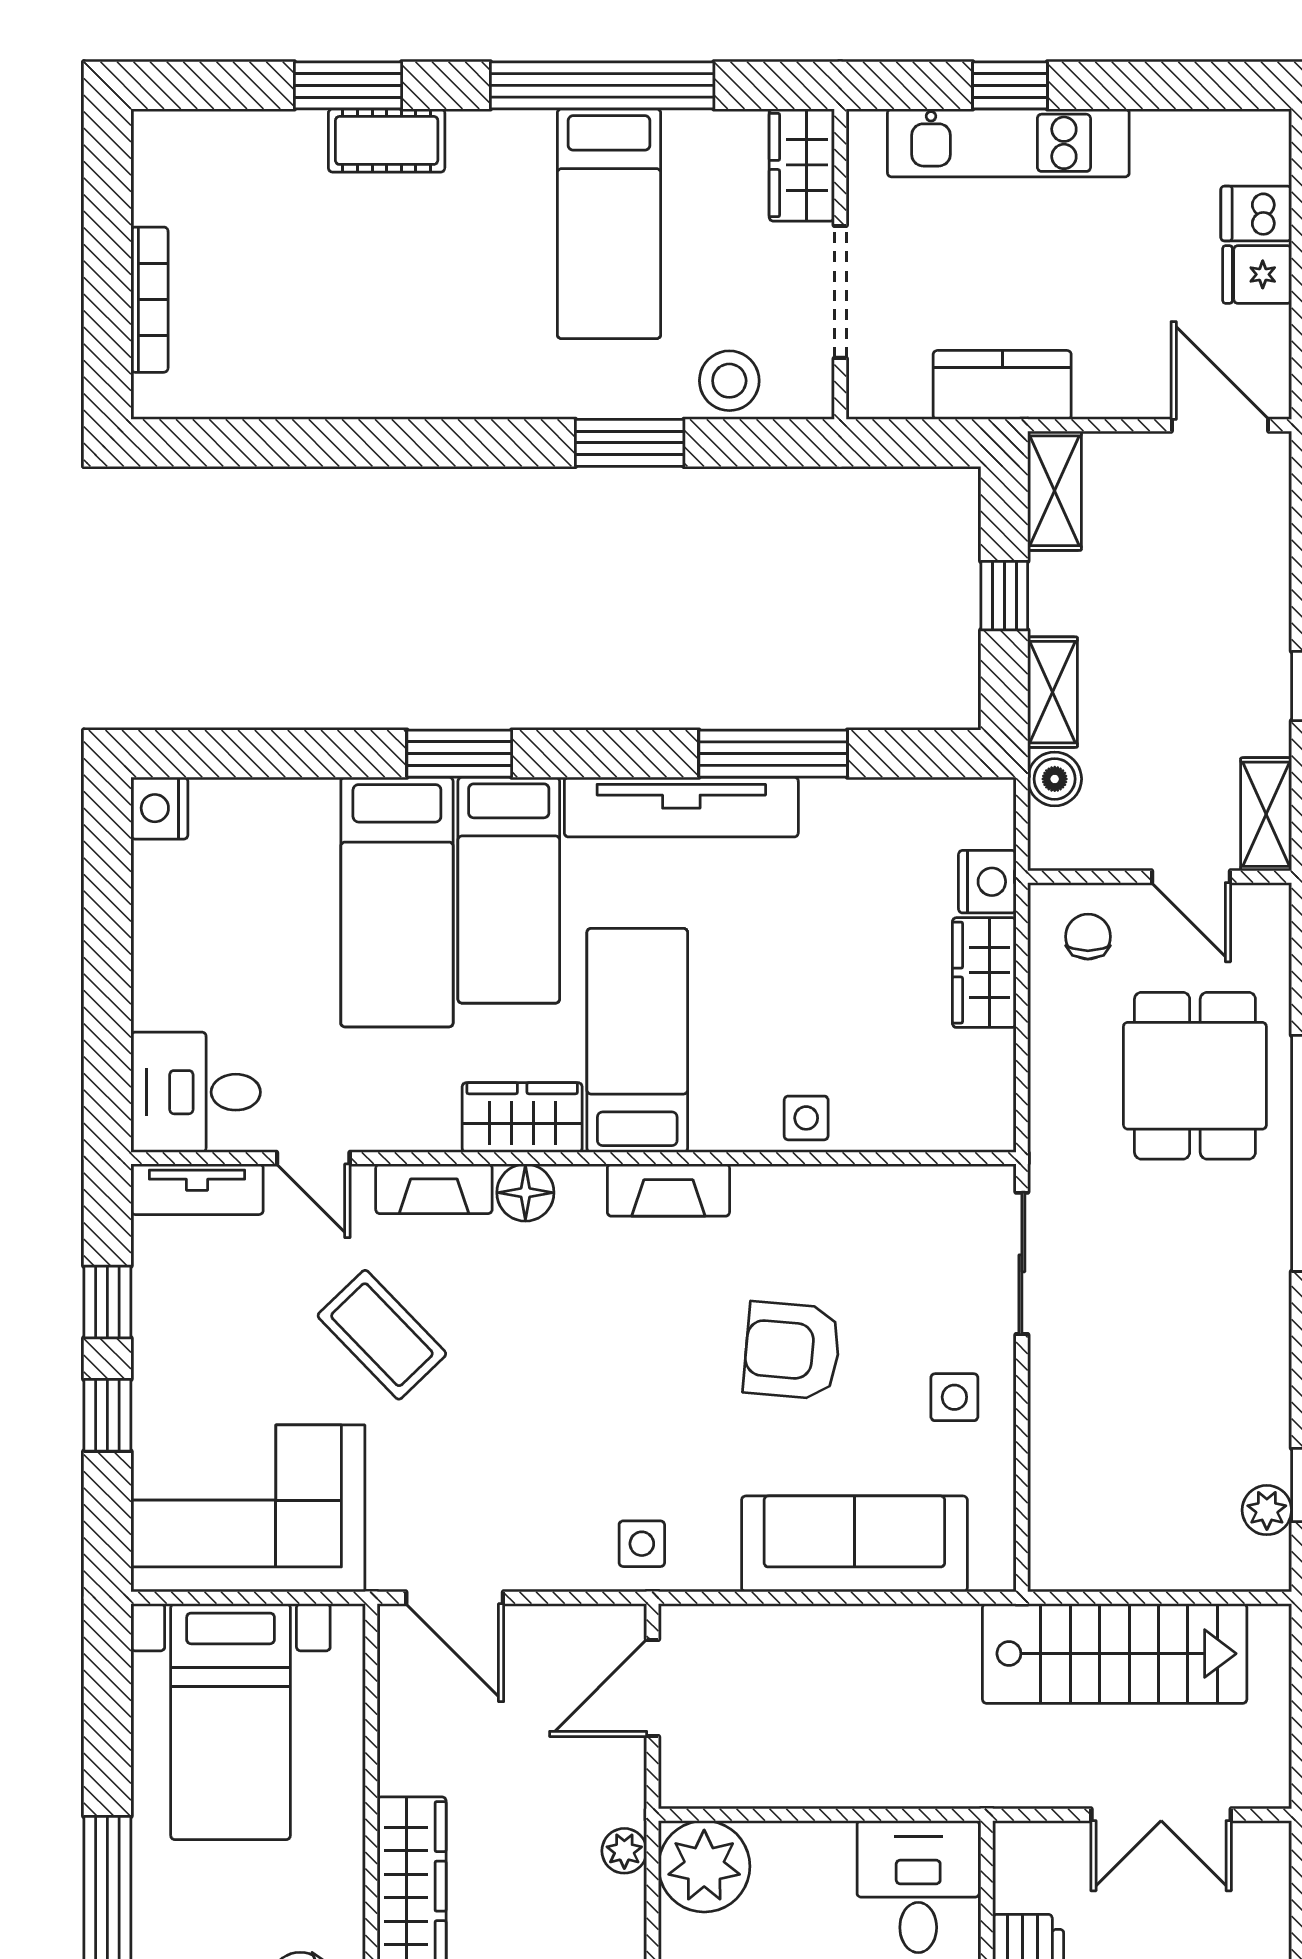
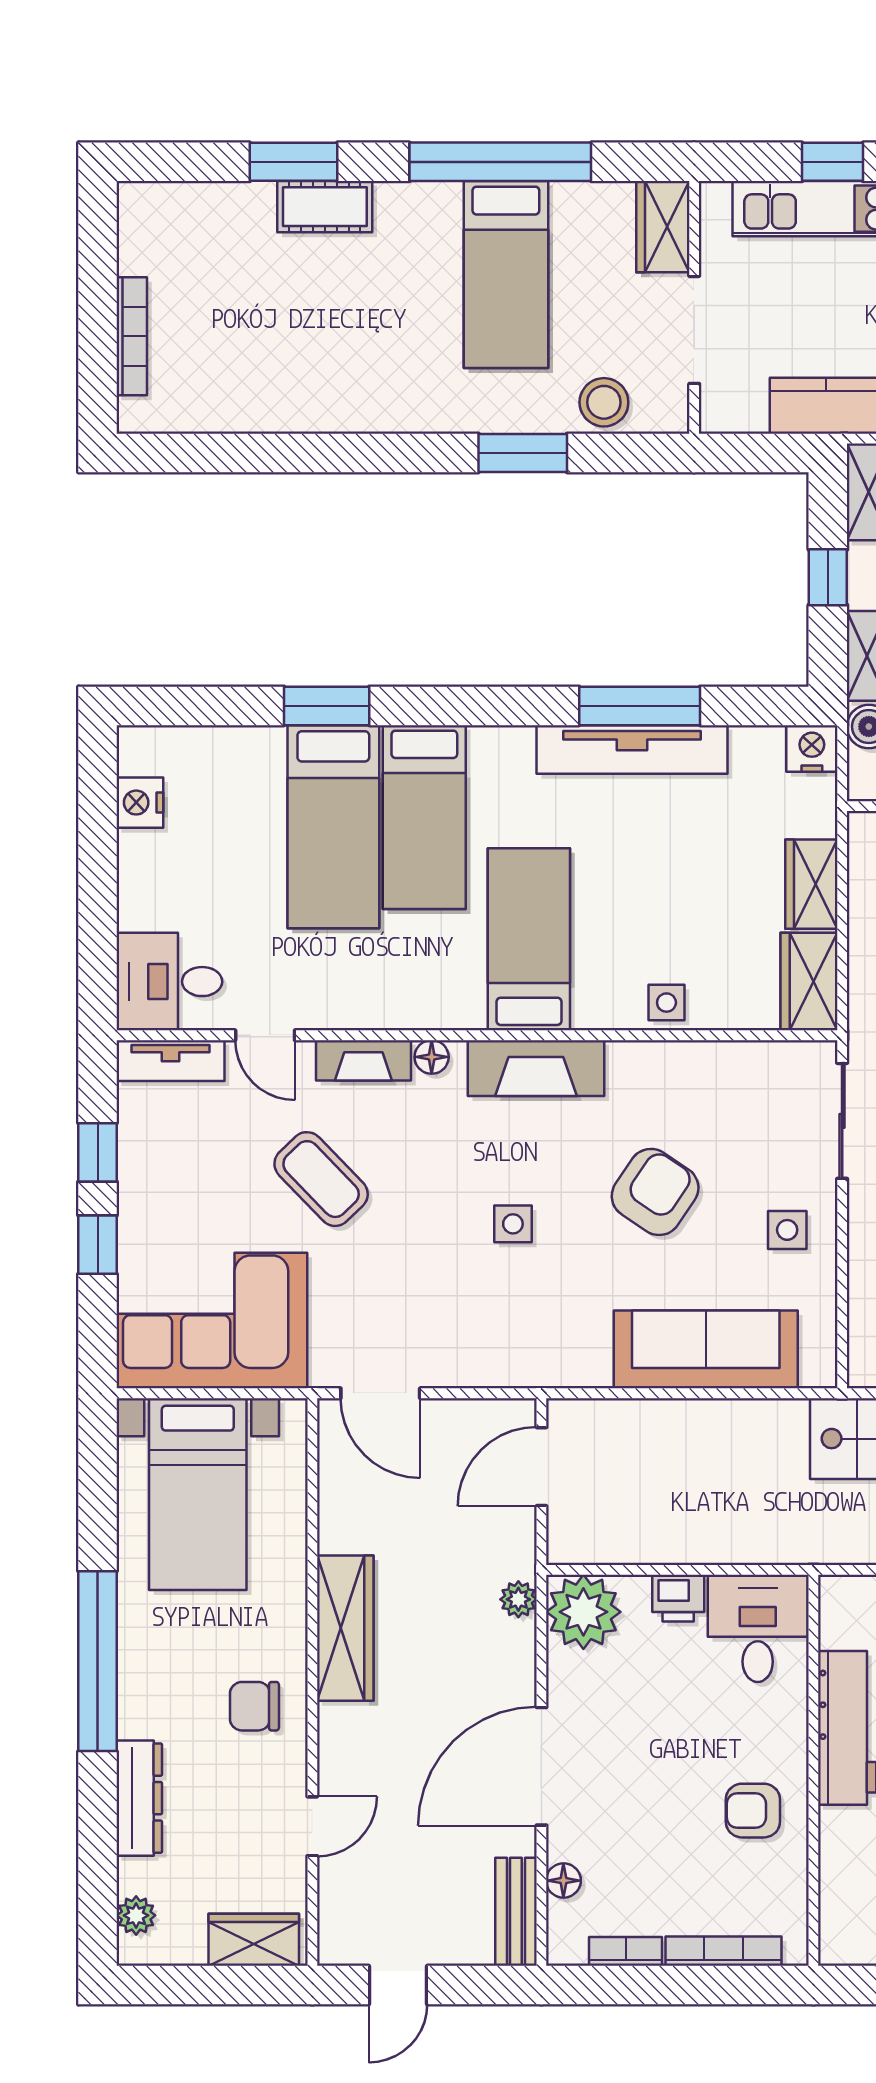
window: (459, 754) -> (327, 706), moved
tv unit: (681, 807) -> (632, 749), moved
nightstand: (159, 808) -> (140, 803), moved
nightstand: (987, 882) -> (812, 748), moved, turned -90
wardrobe: (522, 1117) -> (809, 982), moved, turned -90
fireplace: (668, 1190) -> (536, 1068), width x1.37, depth x1.32
floor lamp: (525, 1193) -> (432, 1057), width x0.73, depth x0.73
armchair: (792, 1351) -> (655, 1192), turned 119
side table: (642, 1544) -> (513, 1224), moved
printer: (821, 1849) -> (678, 1598), added

